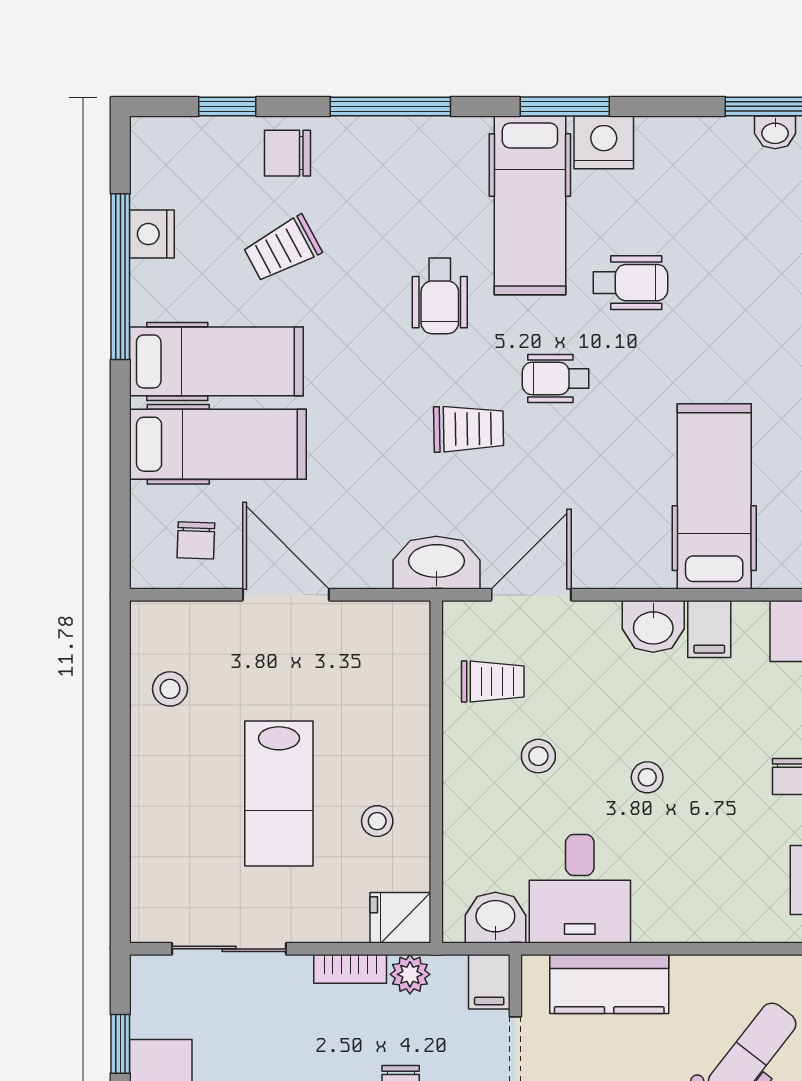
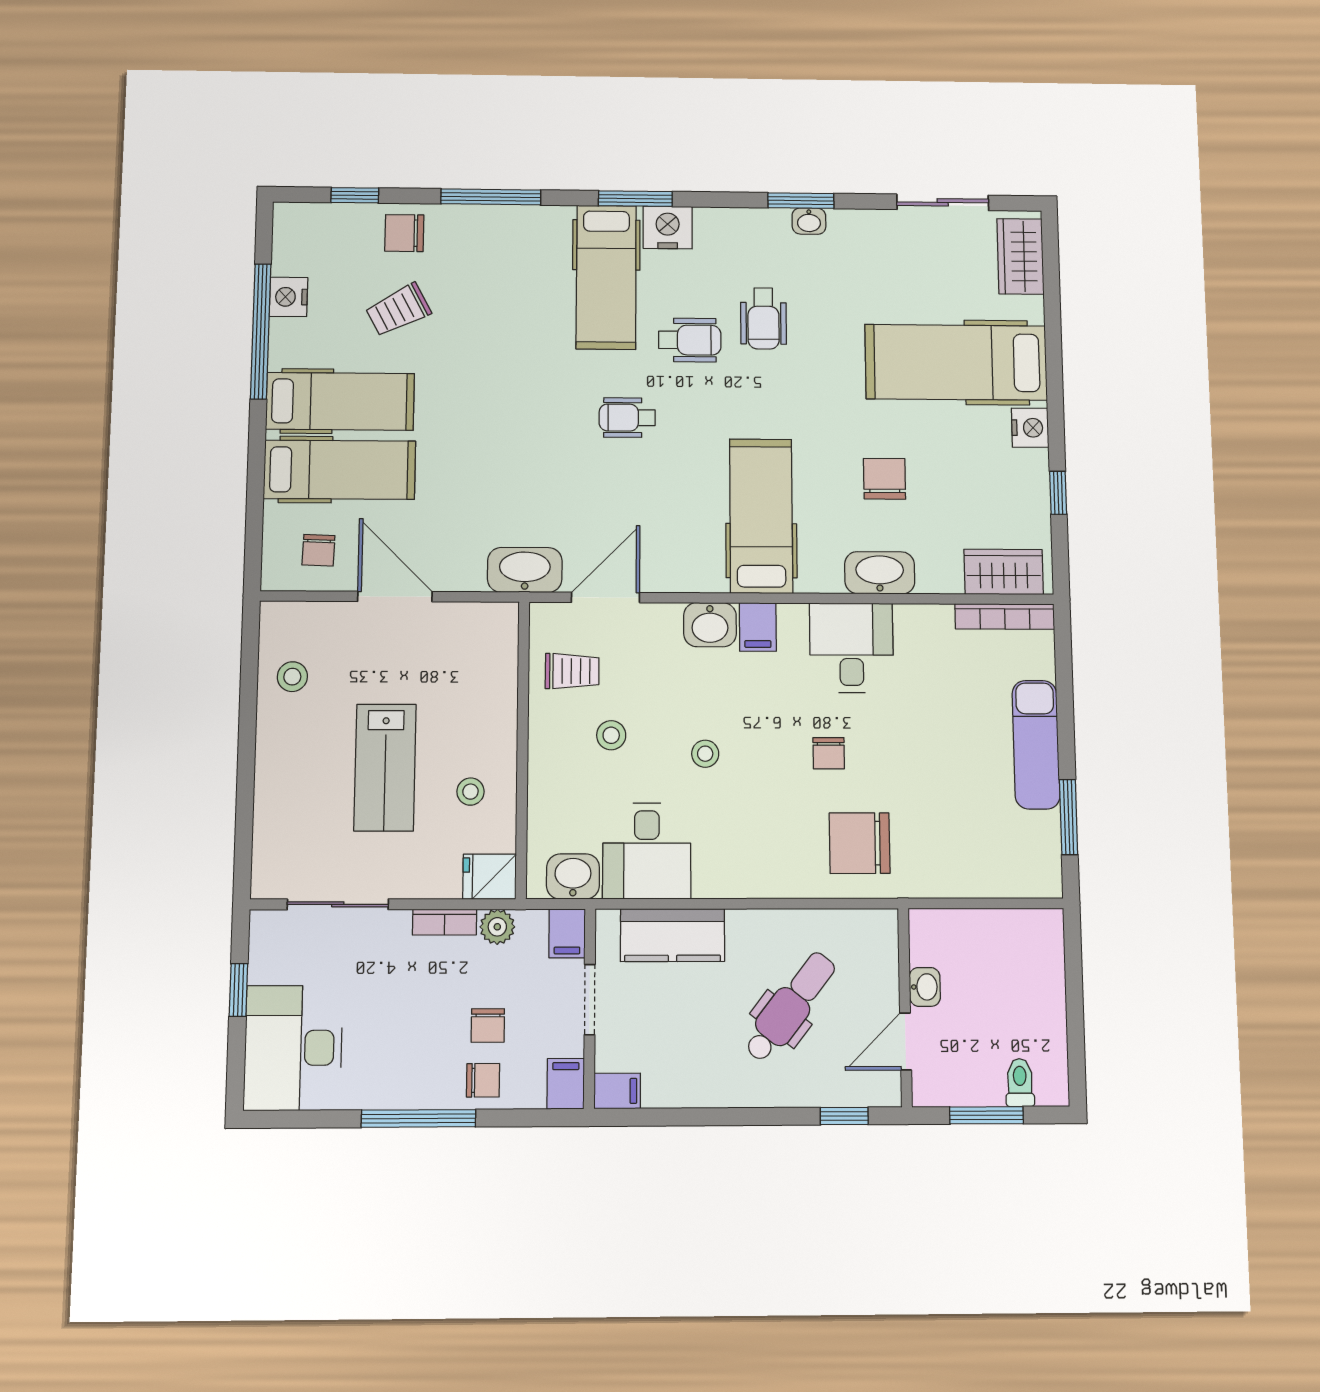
wheelchair: (440, 296) -> (763, 318), moved
trolley: (469, 429) -> (553, 459), removed

